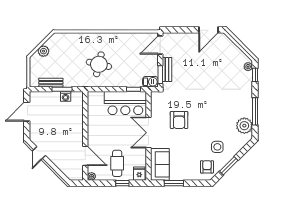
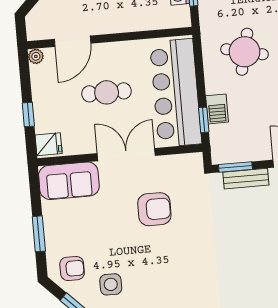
barbecue: (150, 82) -> (217, 109), moved
bar counter: (125, 103) -> (176, 93), width x1.36
armchair: (179, 120) -> (154, 209), turned 180
cafe table: (117, 163) -> (107, 92), moved
window: (174, 183) -> (39, 234), moved

